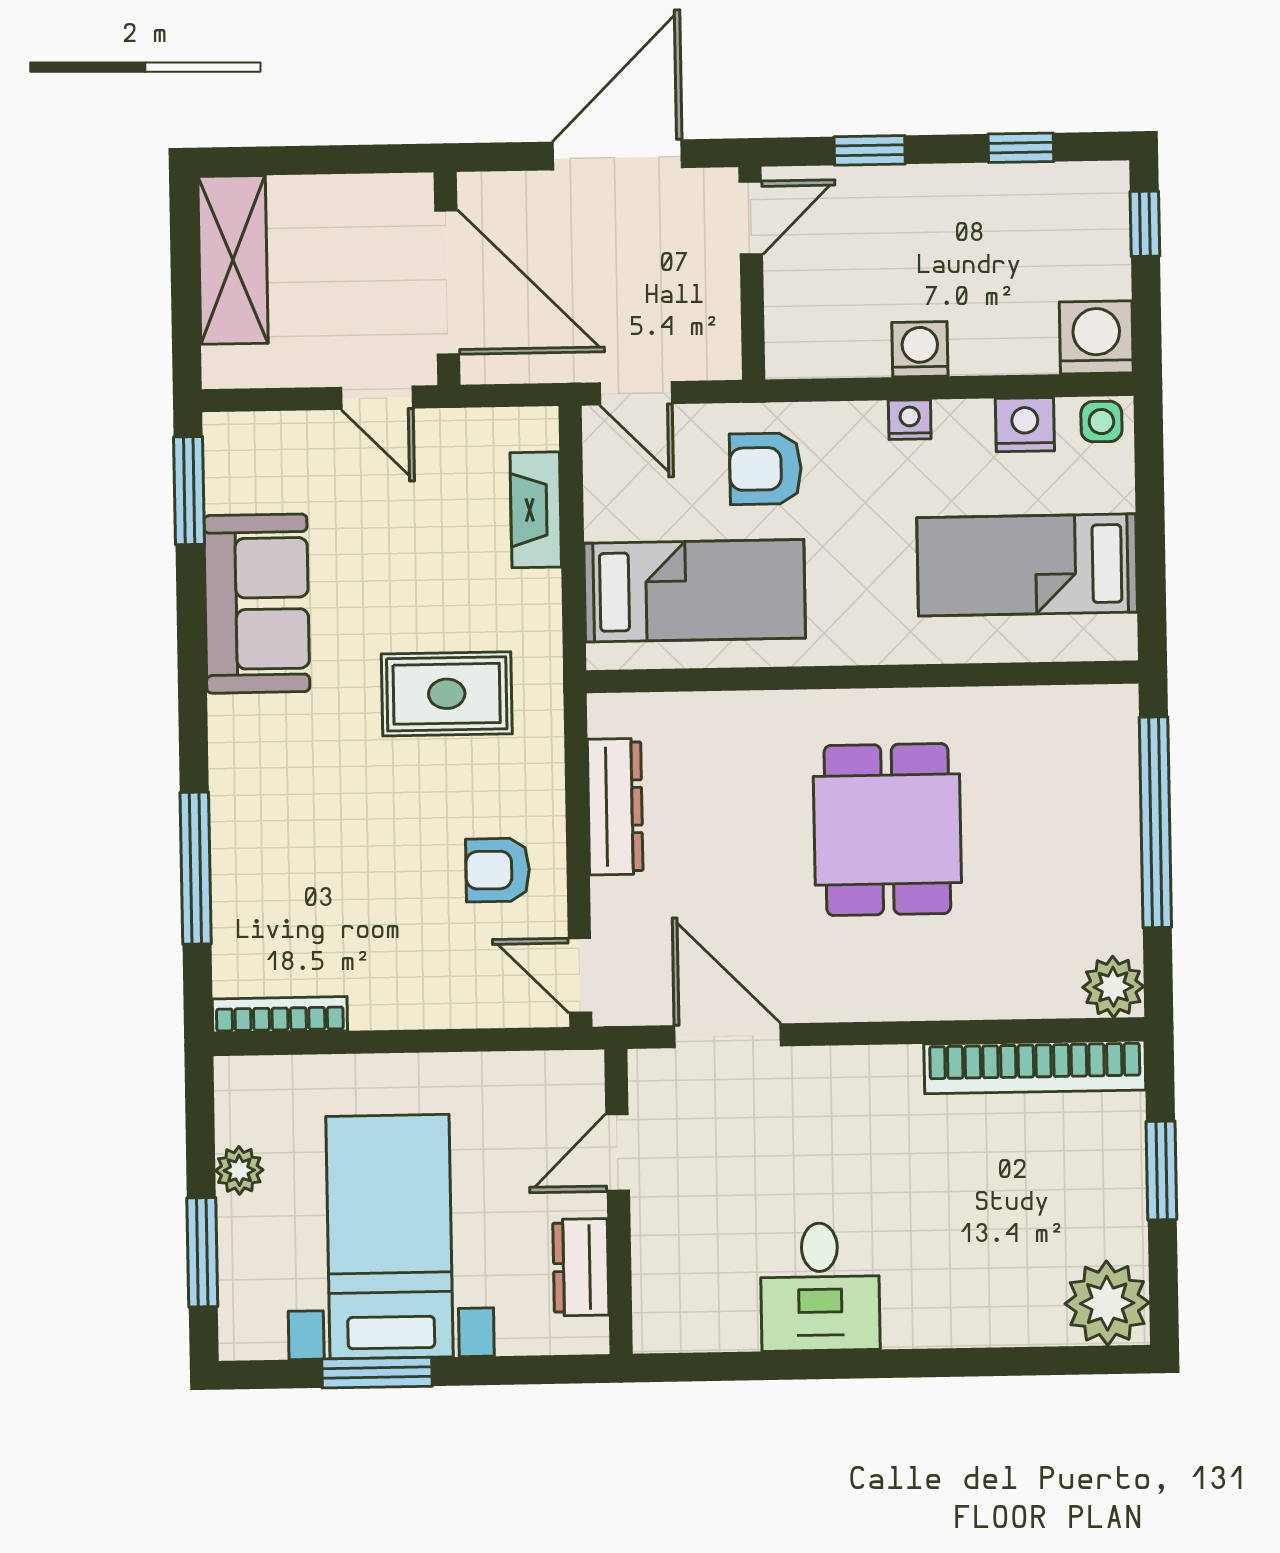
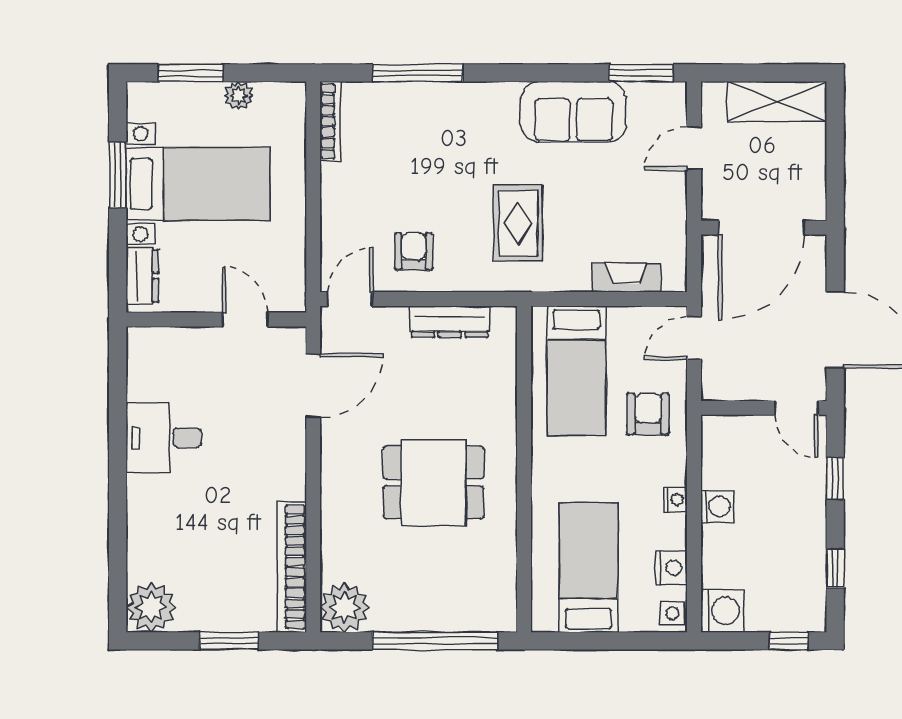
door: (377, 398) -> (694, 148), moved
plant: (1113, 987) -> (345, 608), width x1.36, depth x1.36
dresser: (581, 1267) -> (142, 276), moved, turned 90

